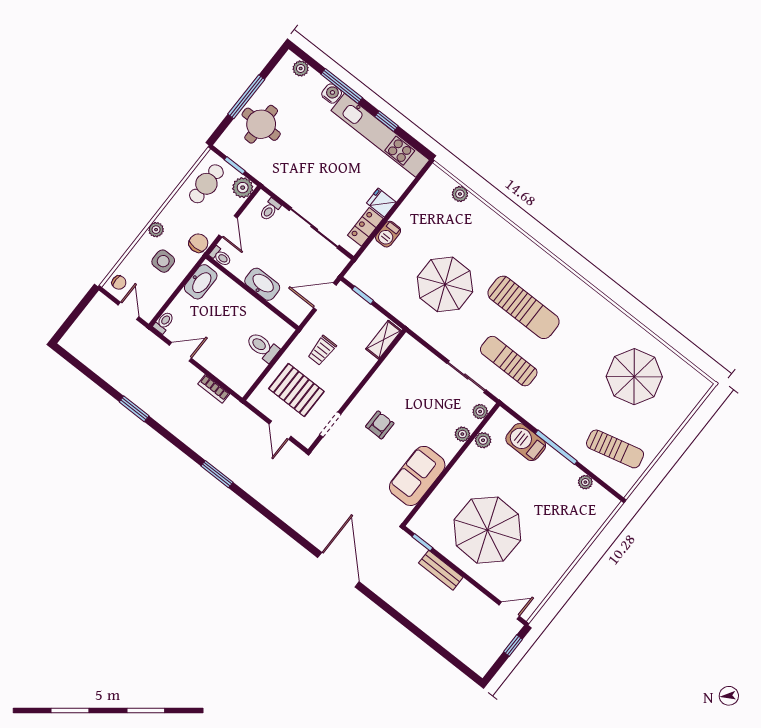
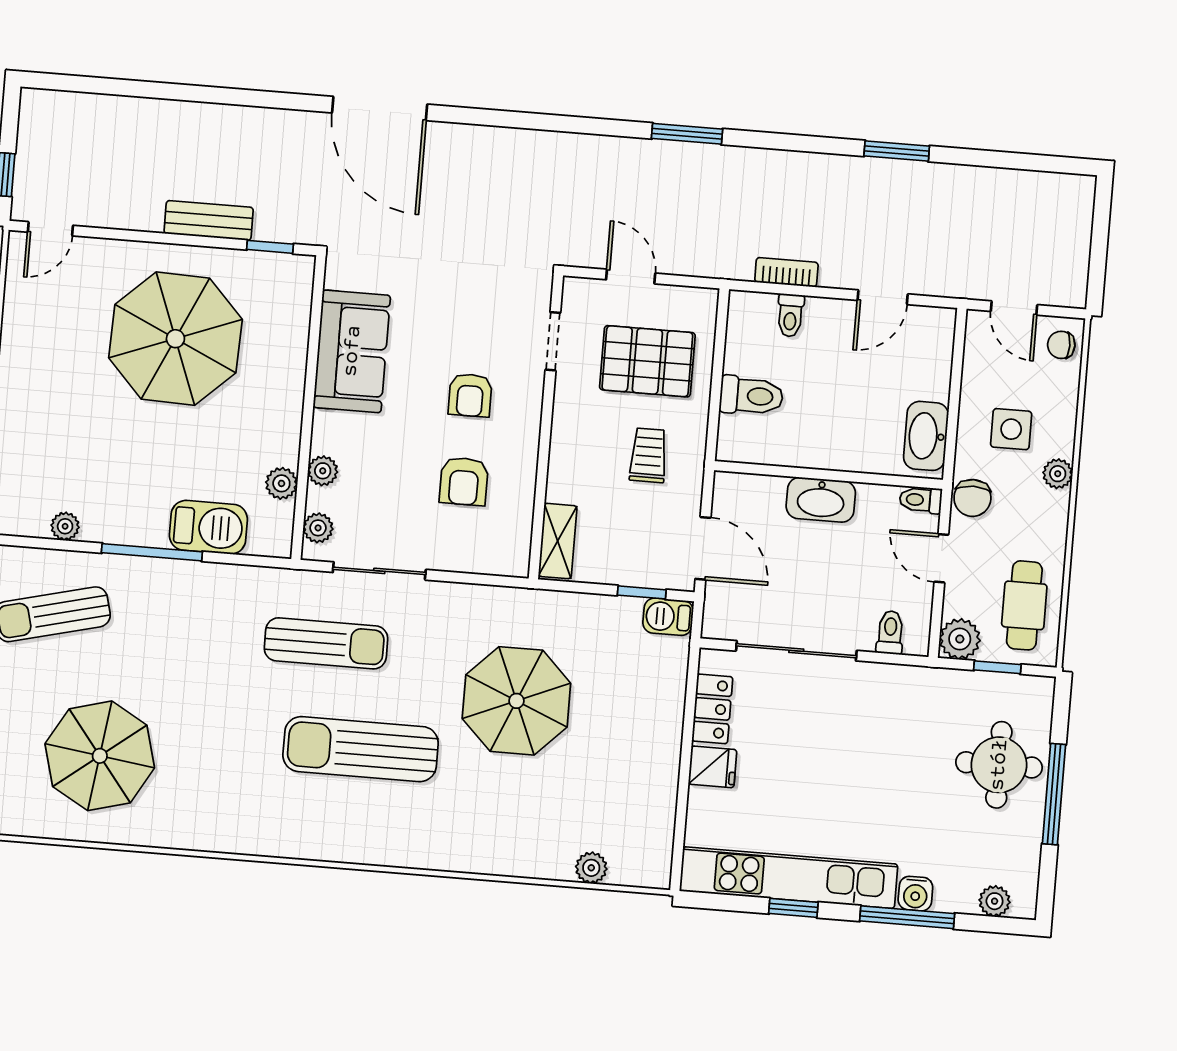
barbecue: (388, 234) -> (668, 617), moved, turned -90
door: (325, 297) -> (703, 548), hinge flipped
toilet: (164, 322) -> (790, 315), moved
armchair: (406, 391) -> (464, 481), added

